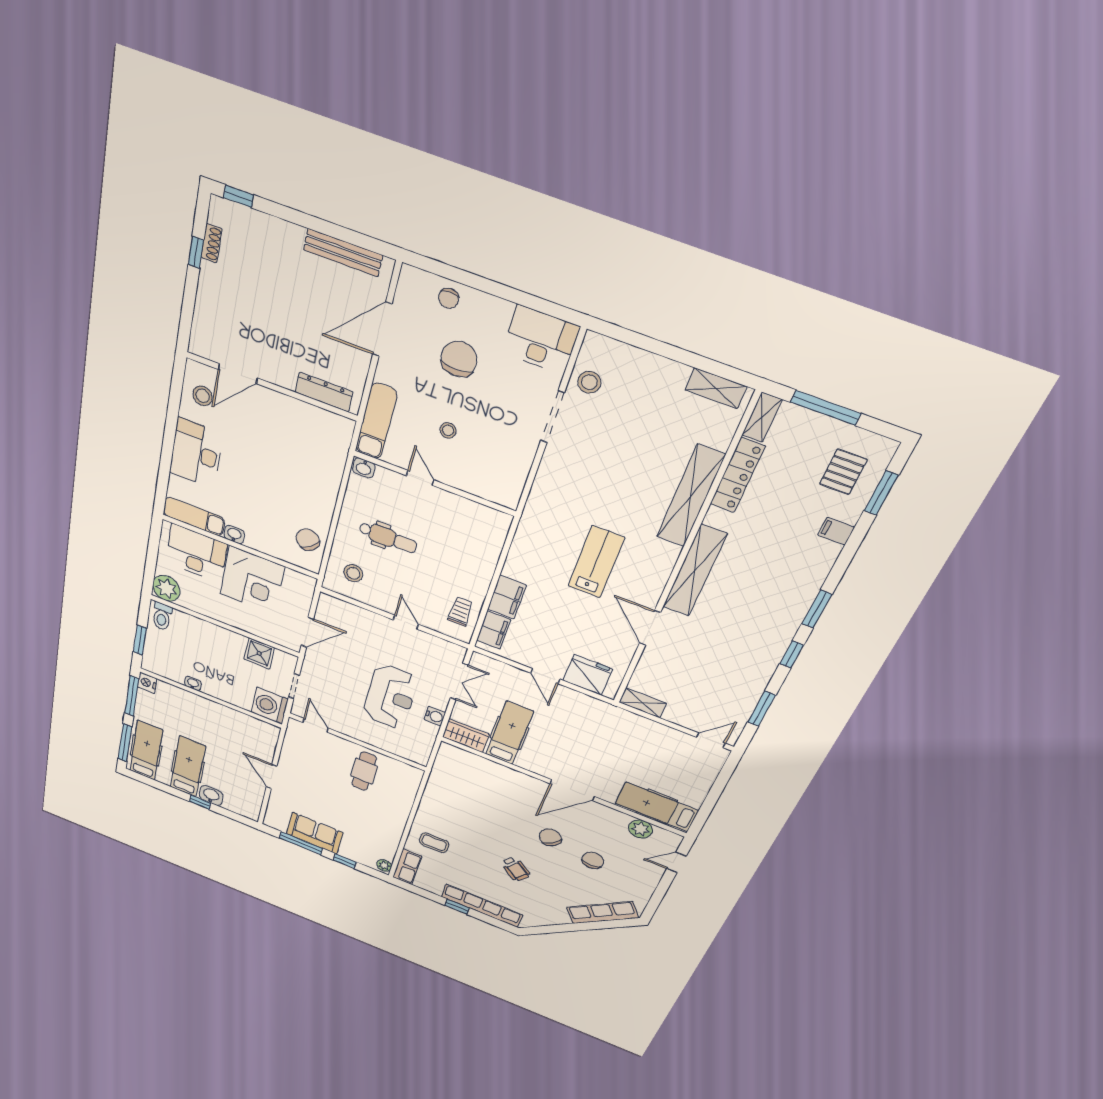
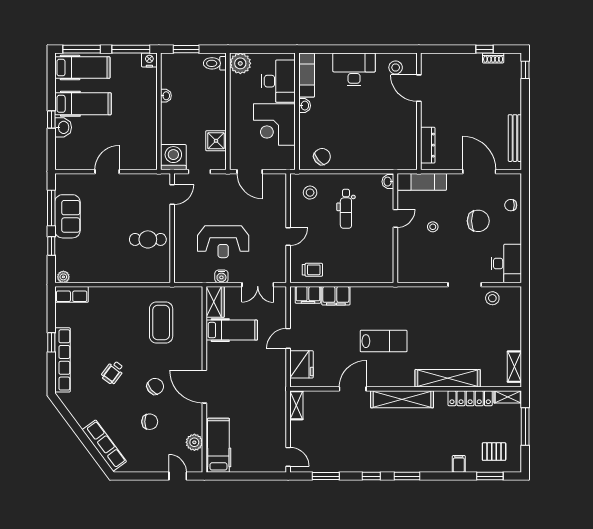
coffee table: (434, 843) -> (161, 322), moved, width x1.86, depth x1.72

